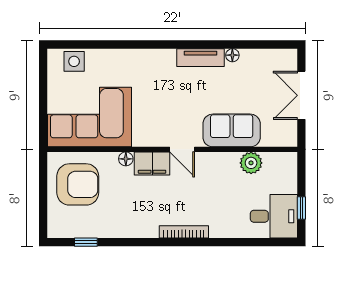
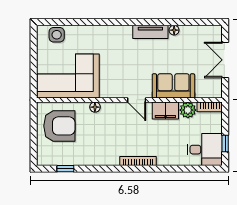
bookcase: (281, 159) -> (210, 107), added
filing cabinet: (152, 164) -> (165, 110), moved

